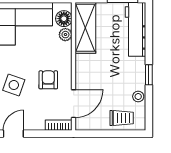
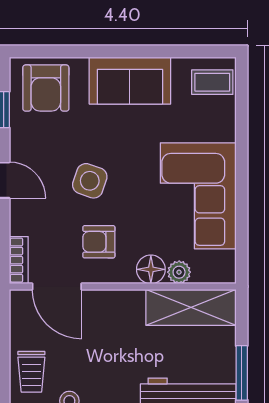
floor lamp: (64, 19) -> (151, 269), moved
armchair: (48, 80) -> (99, 242), turned 180

